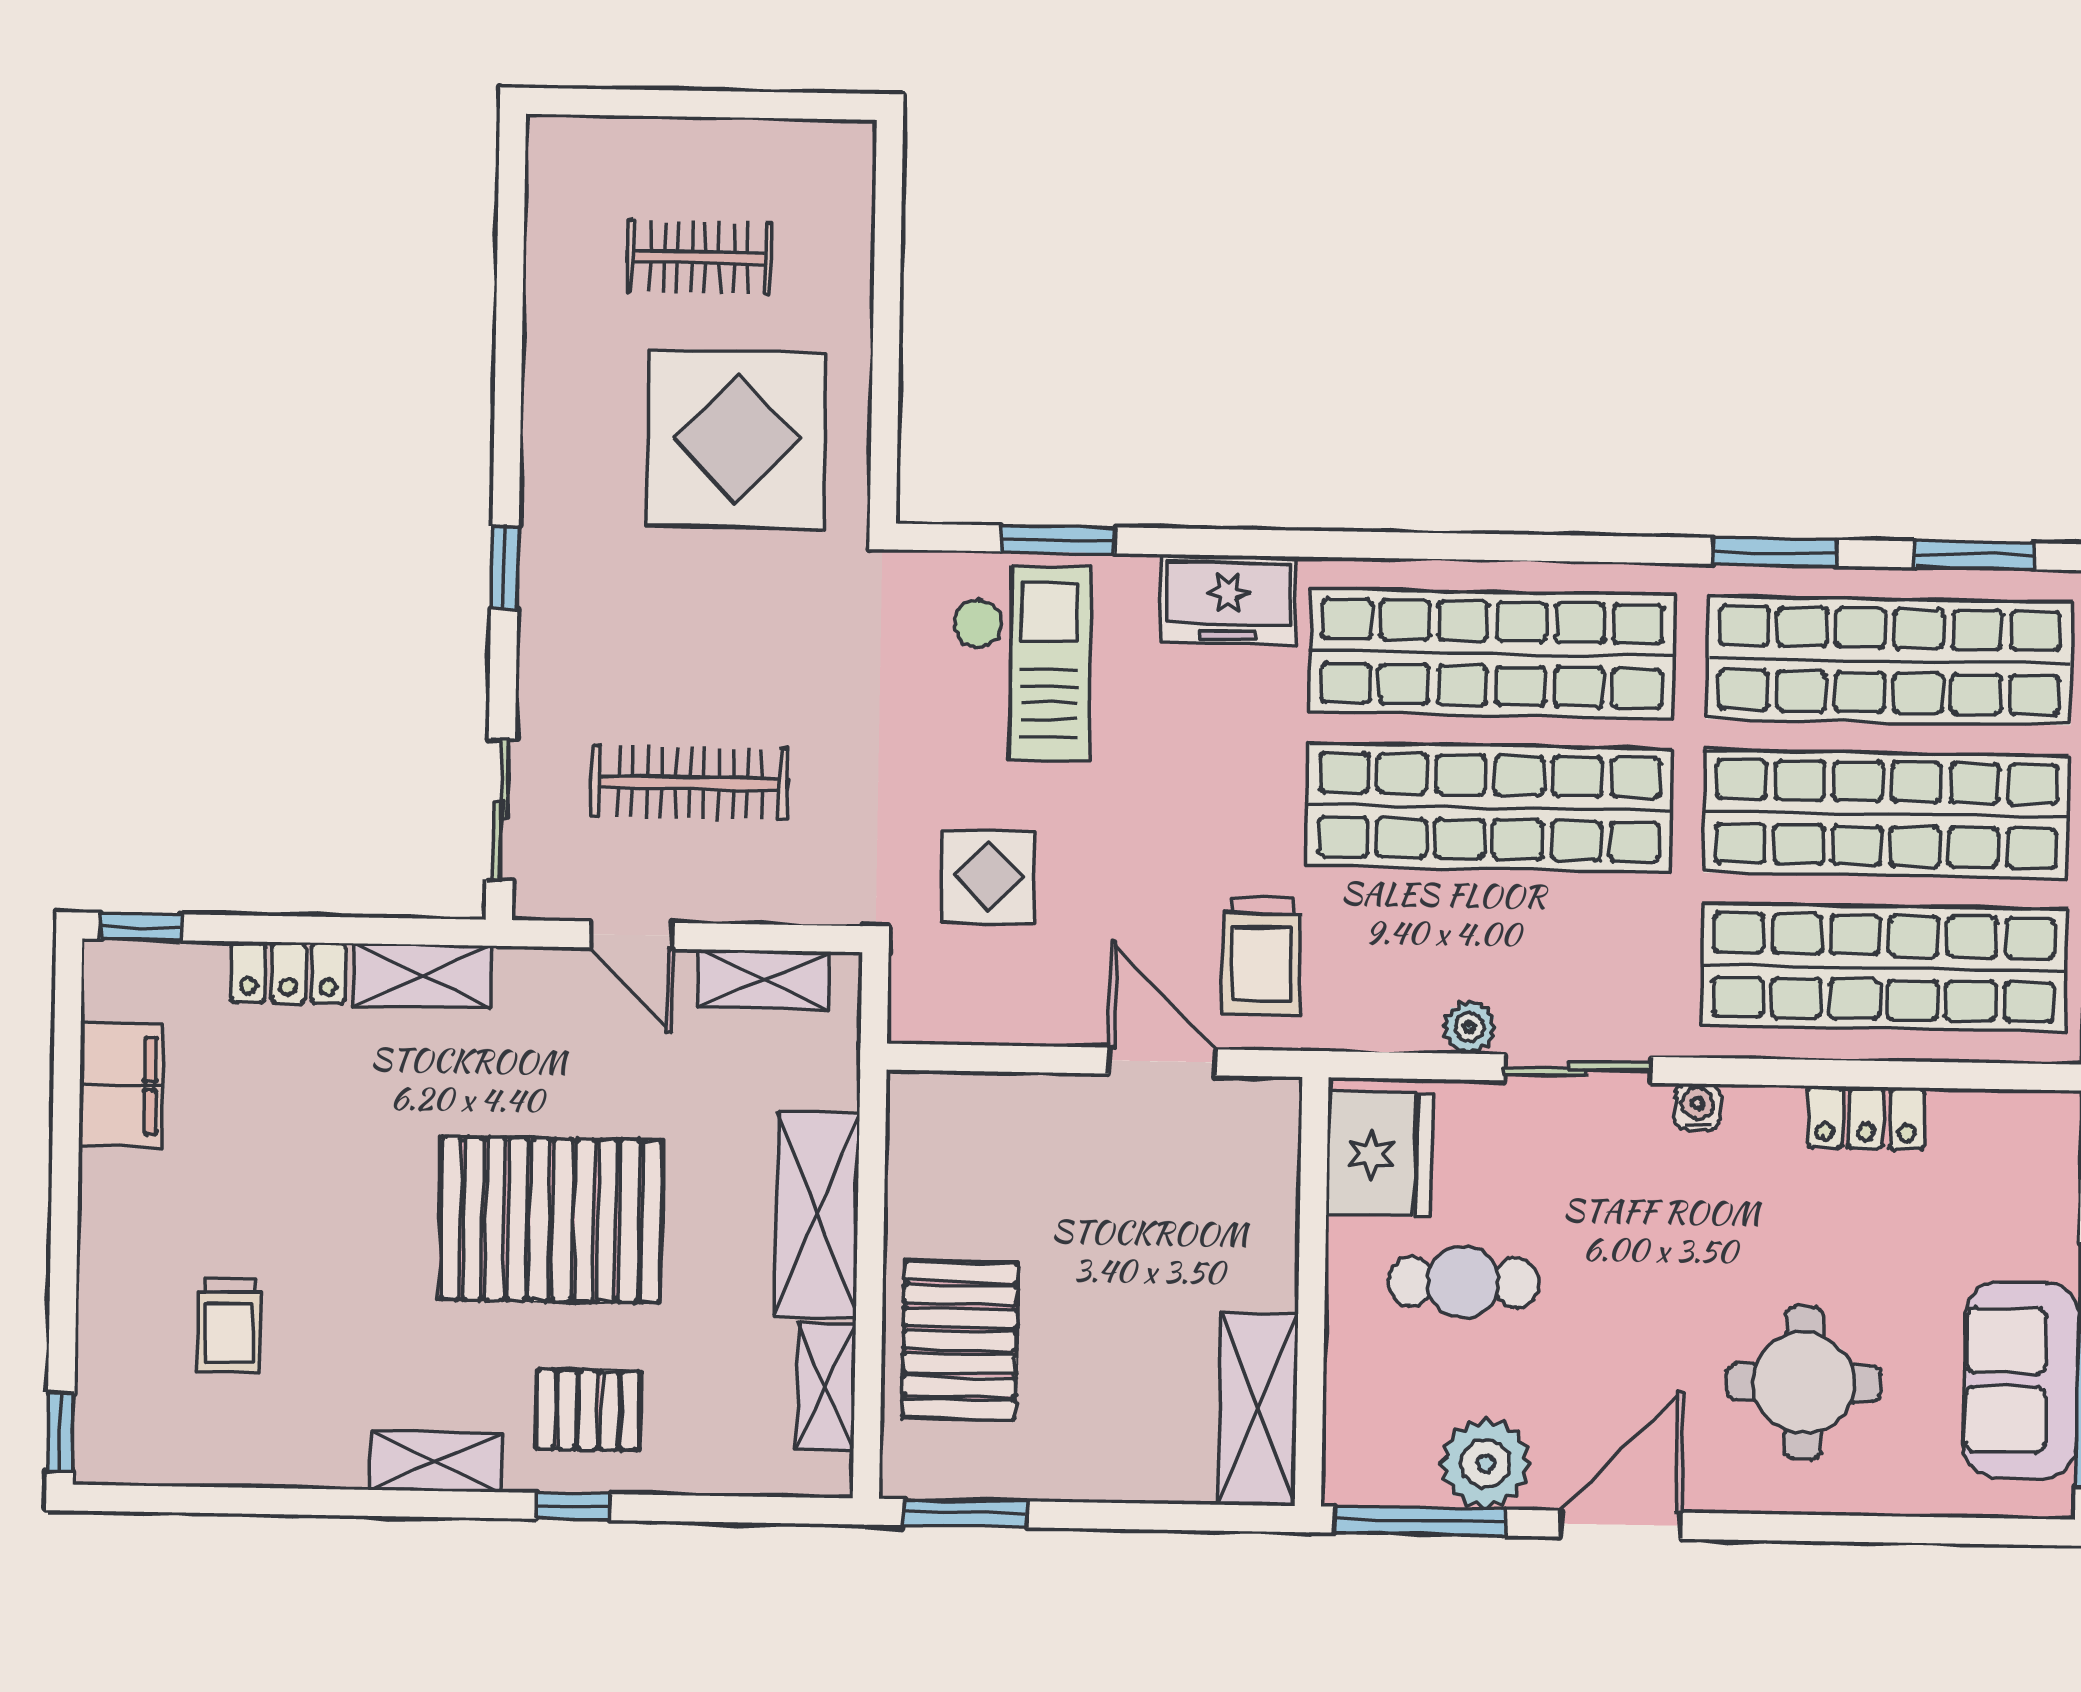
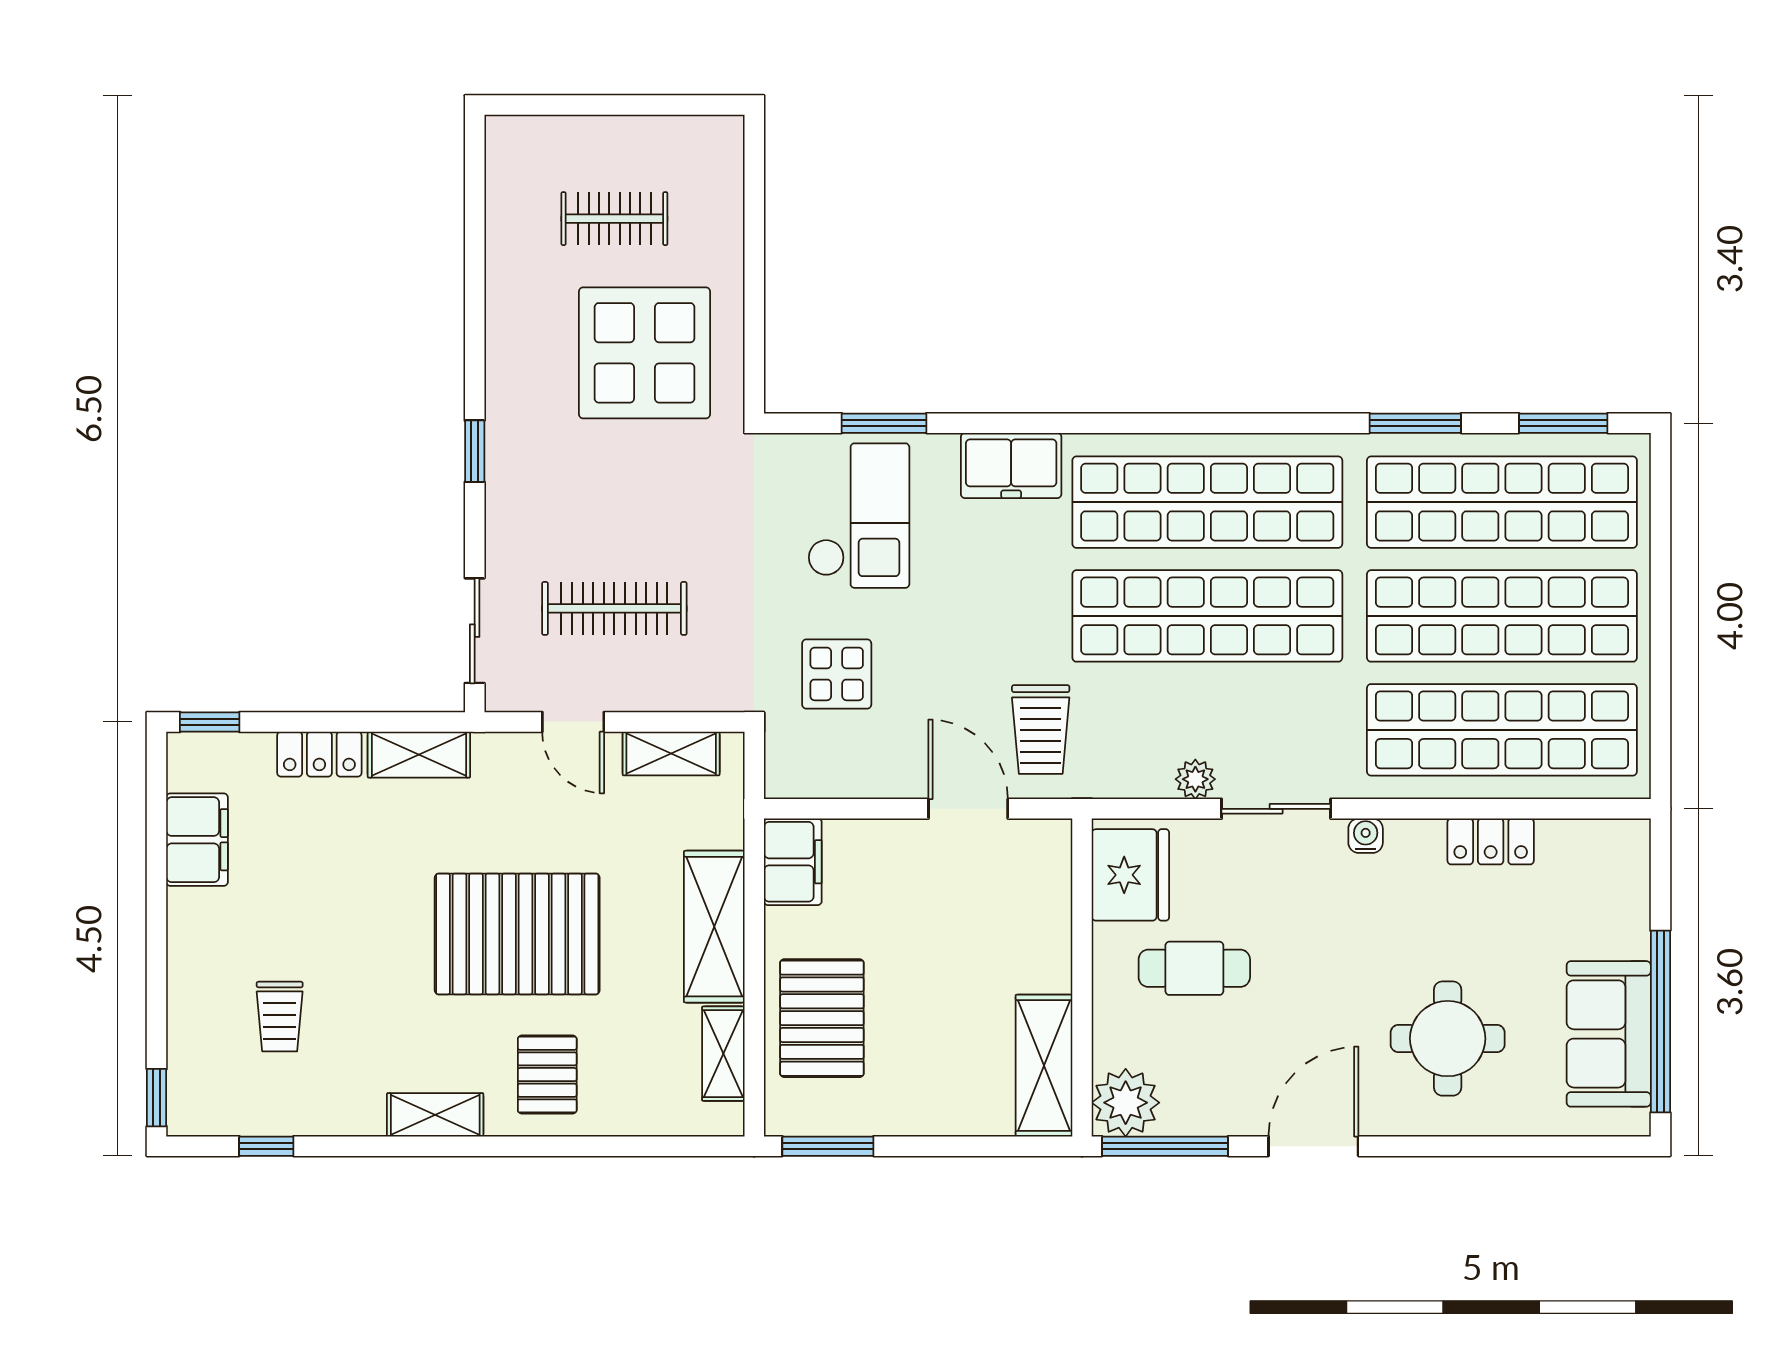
filing cabinet: (924, 1129) -> (793, 862), added
pallet: (588, 1410) -> (547, 1075), turned 90
plant: (1485, 1464) -> (1126, 1103), moved
window: (573, 1506) -> (266, 1146), moved

